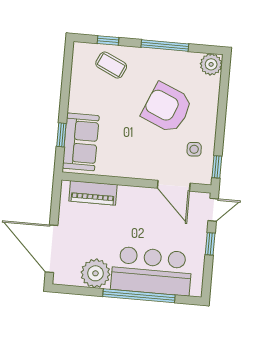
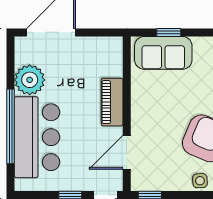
side table: (194, 149) -> (200, 181), moved
piano: (93, 193) -> (112, 102), moved

